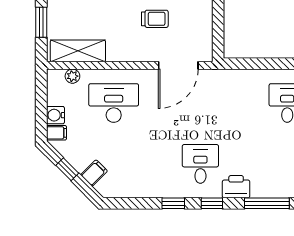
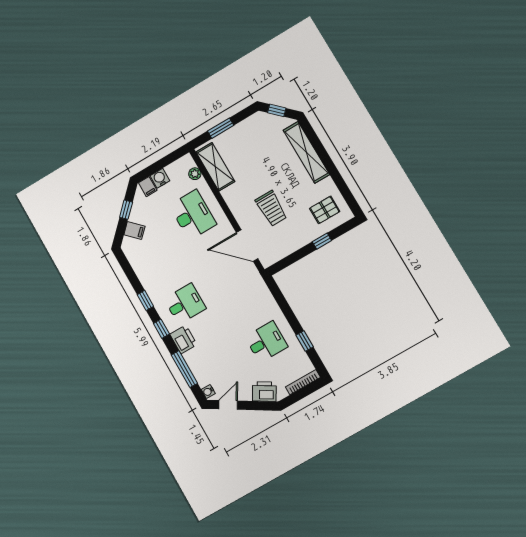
trolley: (155, 19) -> (271, 208), width x1.36, depth x1.39

